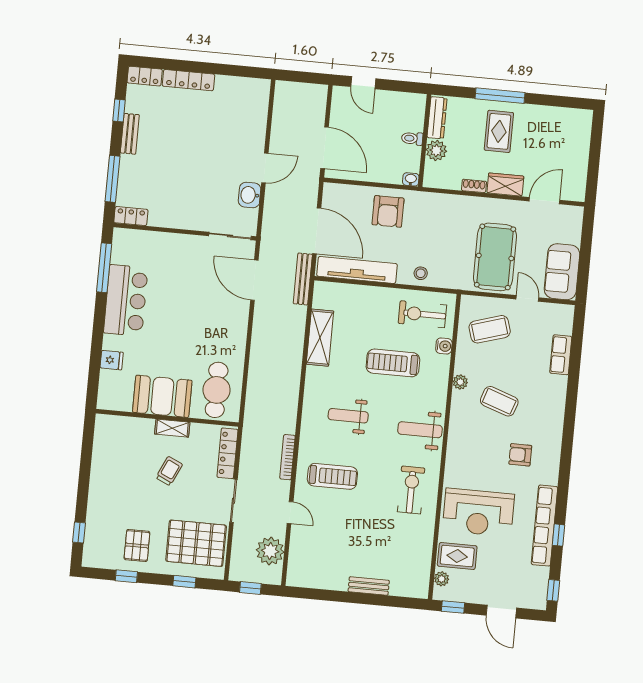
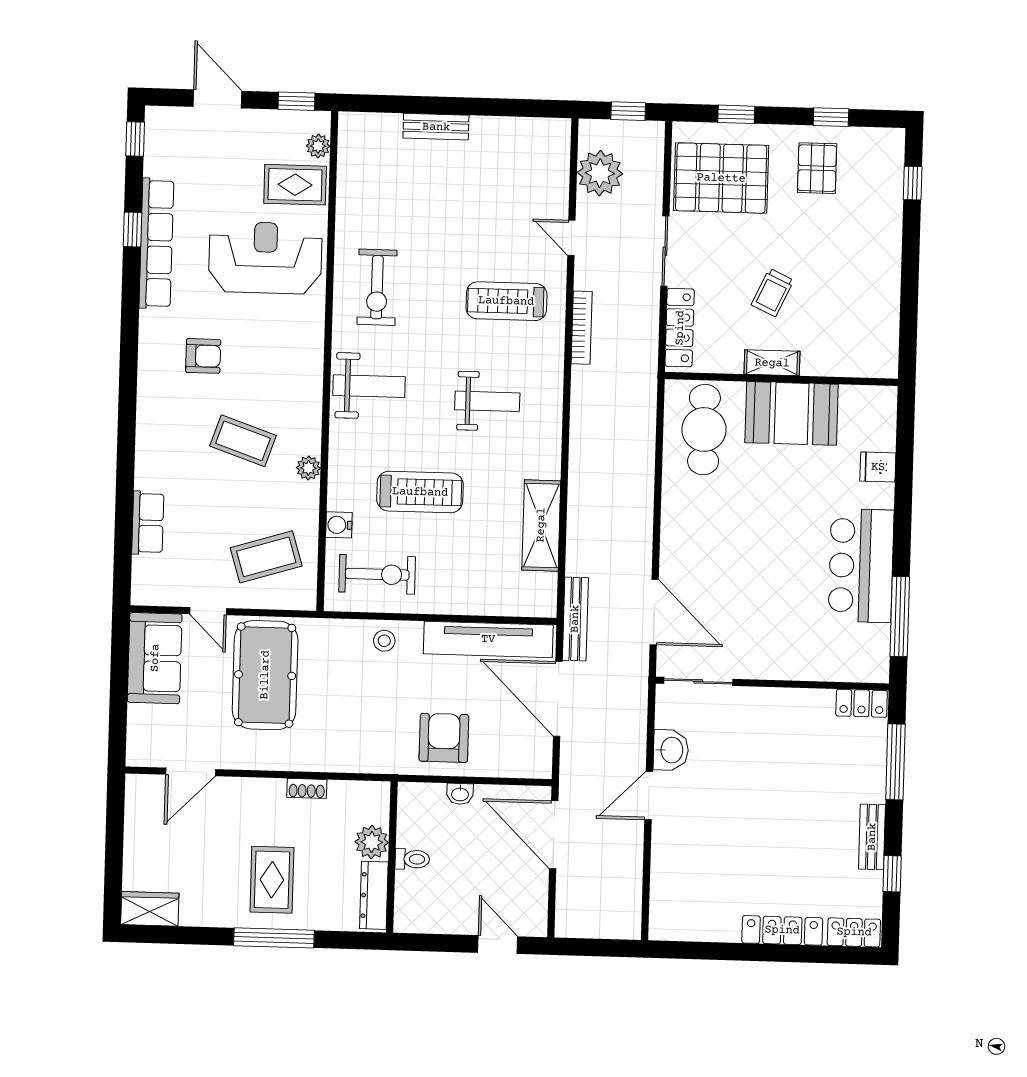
washbasin: (411, 179) -> (460, 794), moved
wardrobe: (505, 185) -> (150, 909), moved, turned 180

